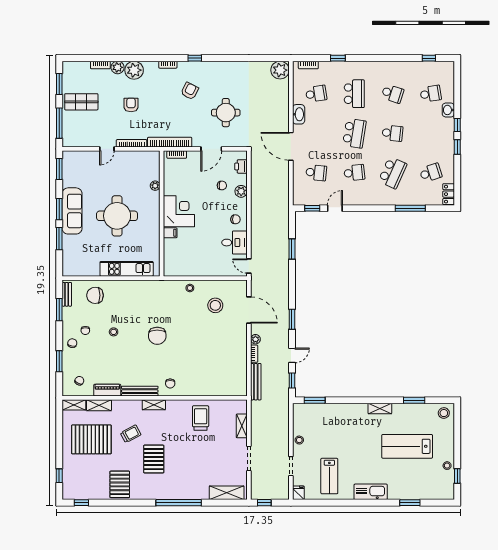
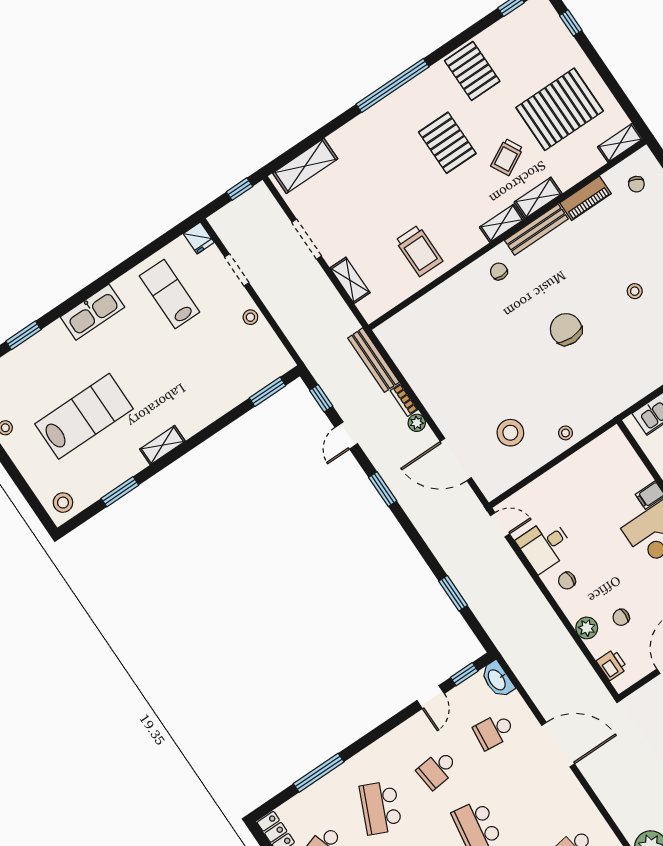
washbasin: (299, 114) -> (497, 679), moved
shelving: (99, 405) -> (538, 198), moved
window: (179, 503) -> (393, 85), moved

